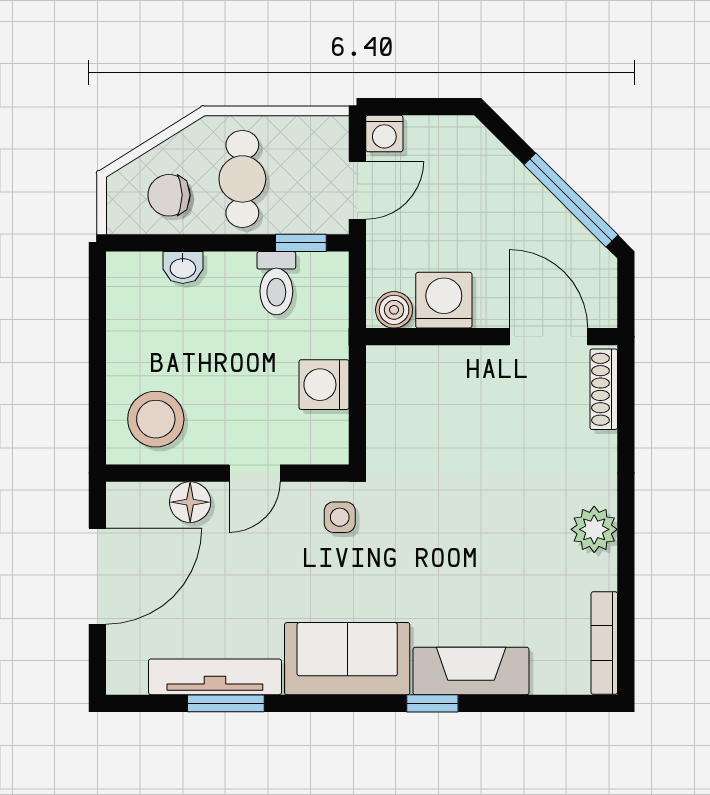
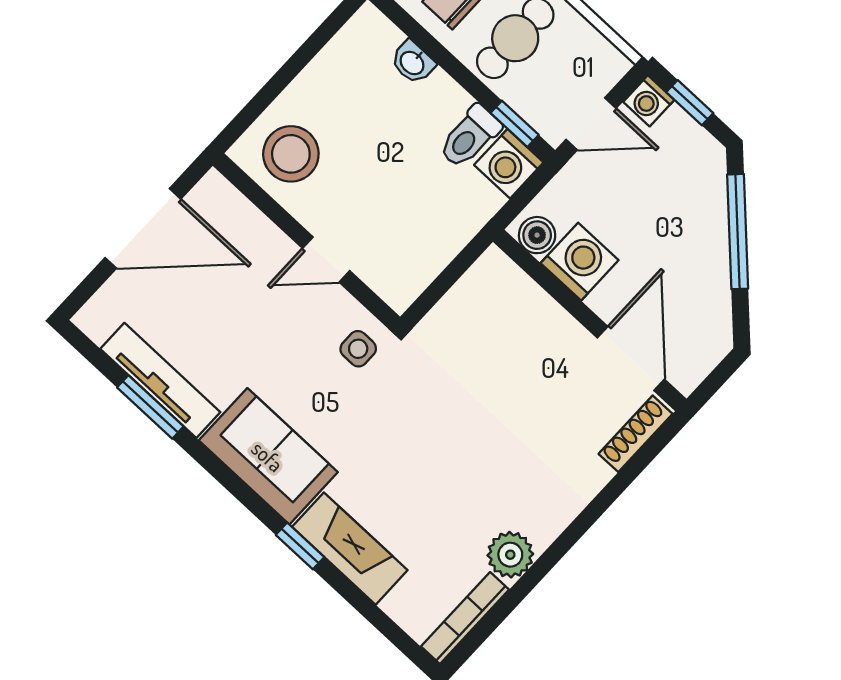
window: (416, 107) -> (690, 103), added
window: (571, 200) -> (738, 232), moved
washing machine: (324, 385) -> (509, 164), moved, turned -90
floor lamp: (190, 502) -> (260, 237), removed
plant: (594, 529) -> (510, 555), moved

